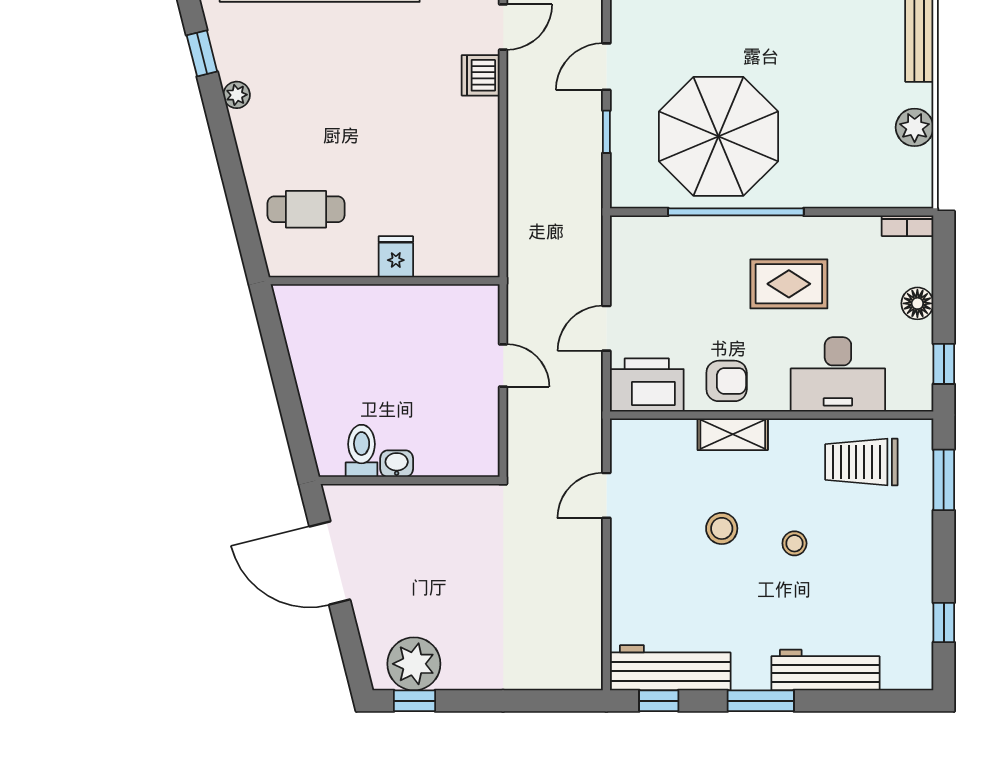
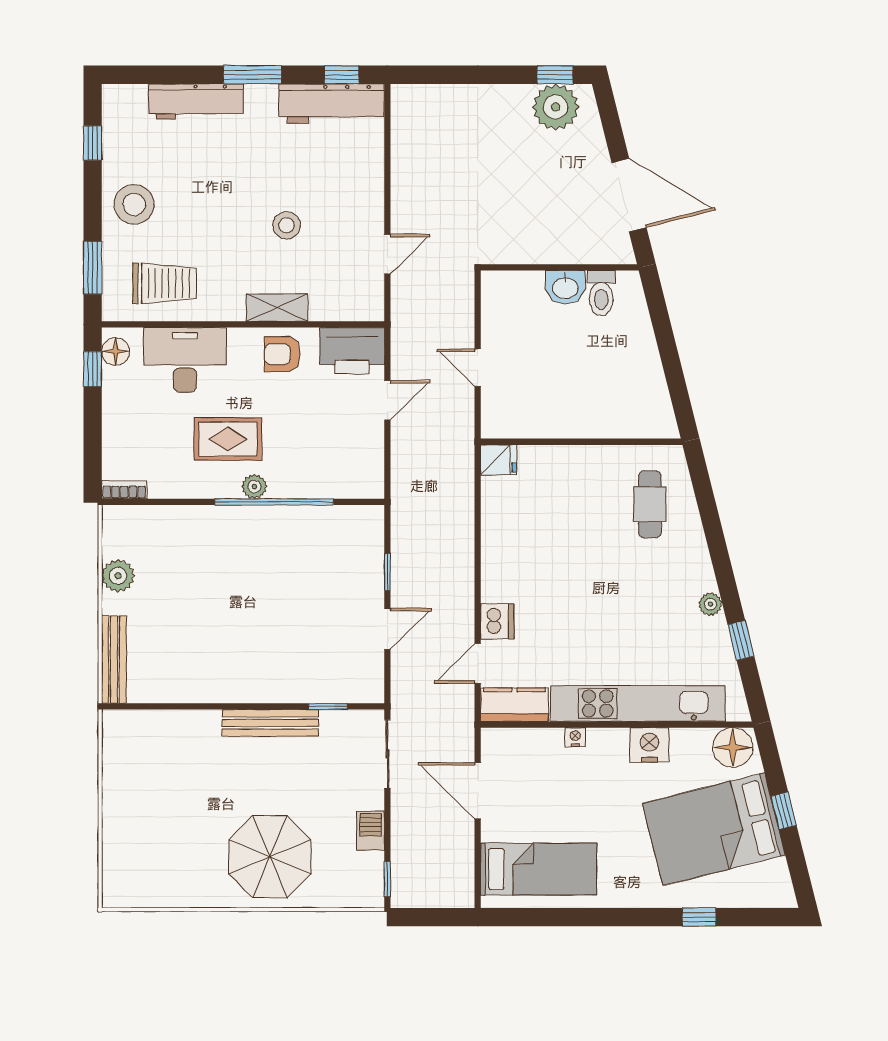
parasol: (718, 136) -> (289, 568), removed
cafe table: (306, 209) -> (650, 504), turned 90
plant: (759, 229) -> (254, 487), added
fridge: (396, 257) -> (499, 460), moved, turned -90
floor lamp: (917, 303) -> (116, 351), moved
washbasin: (397, 464) -> (565, 287), width x1.38, depth x1.45
stool: (794, 543) -> (134, 204), moved, width x1.89, depth x1.89

